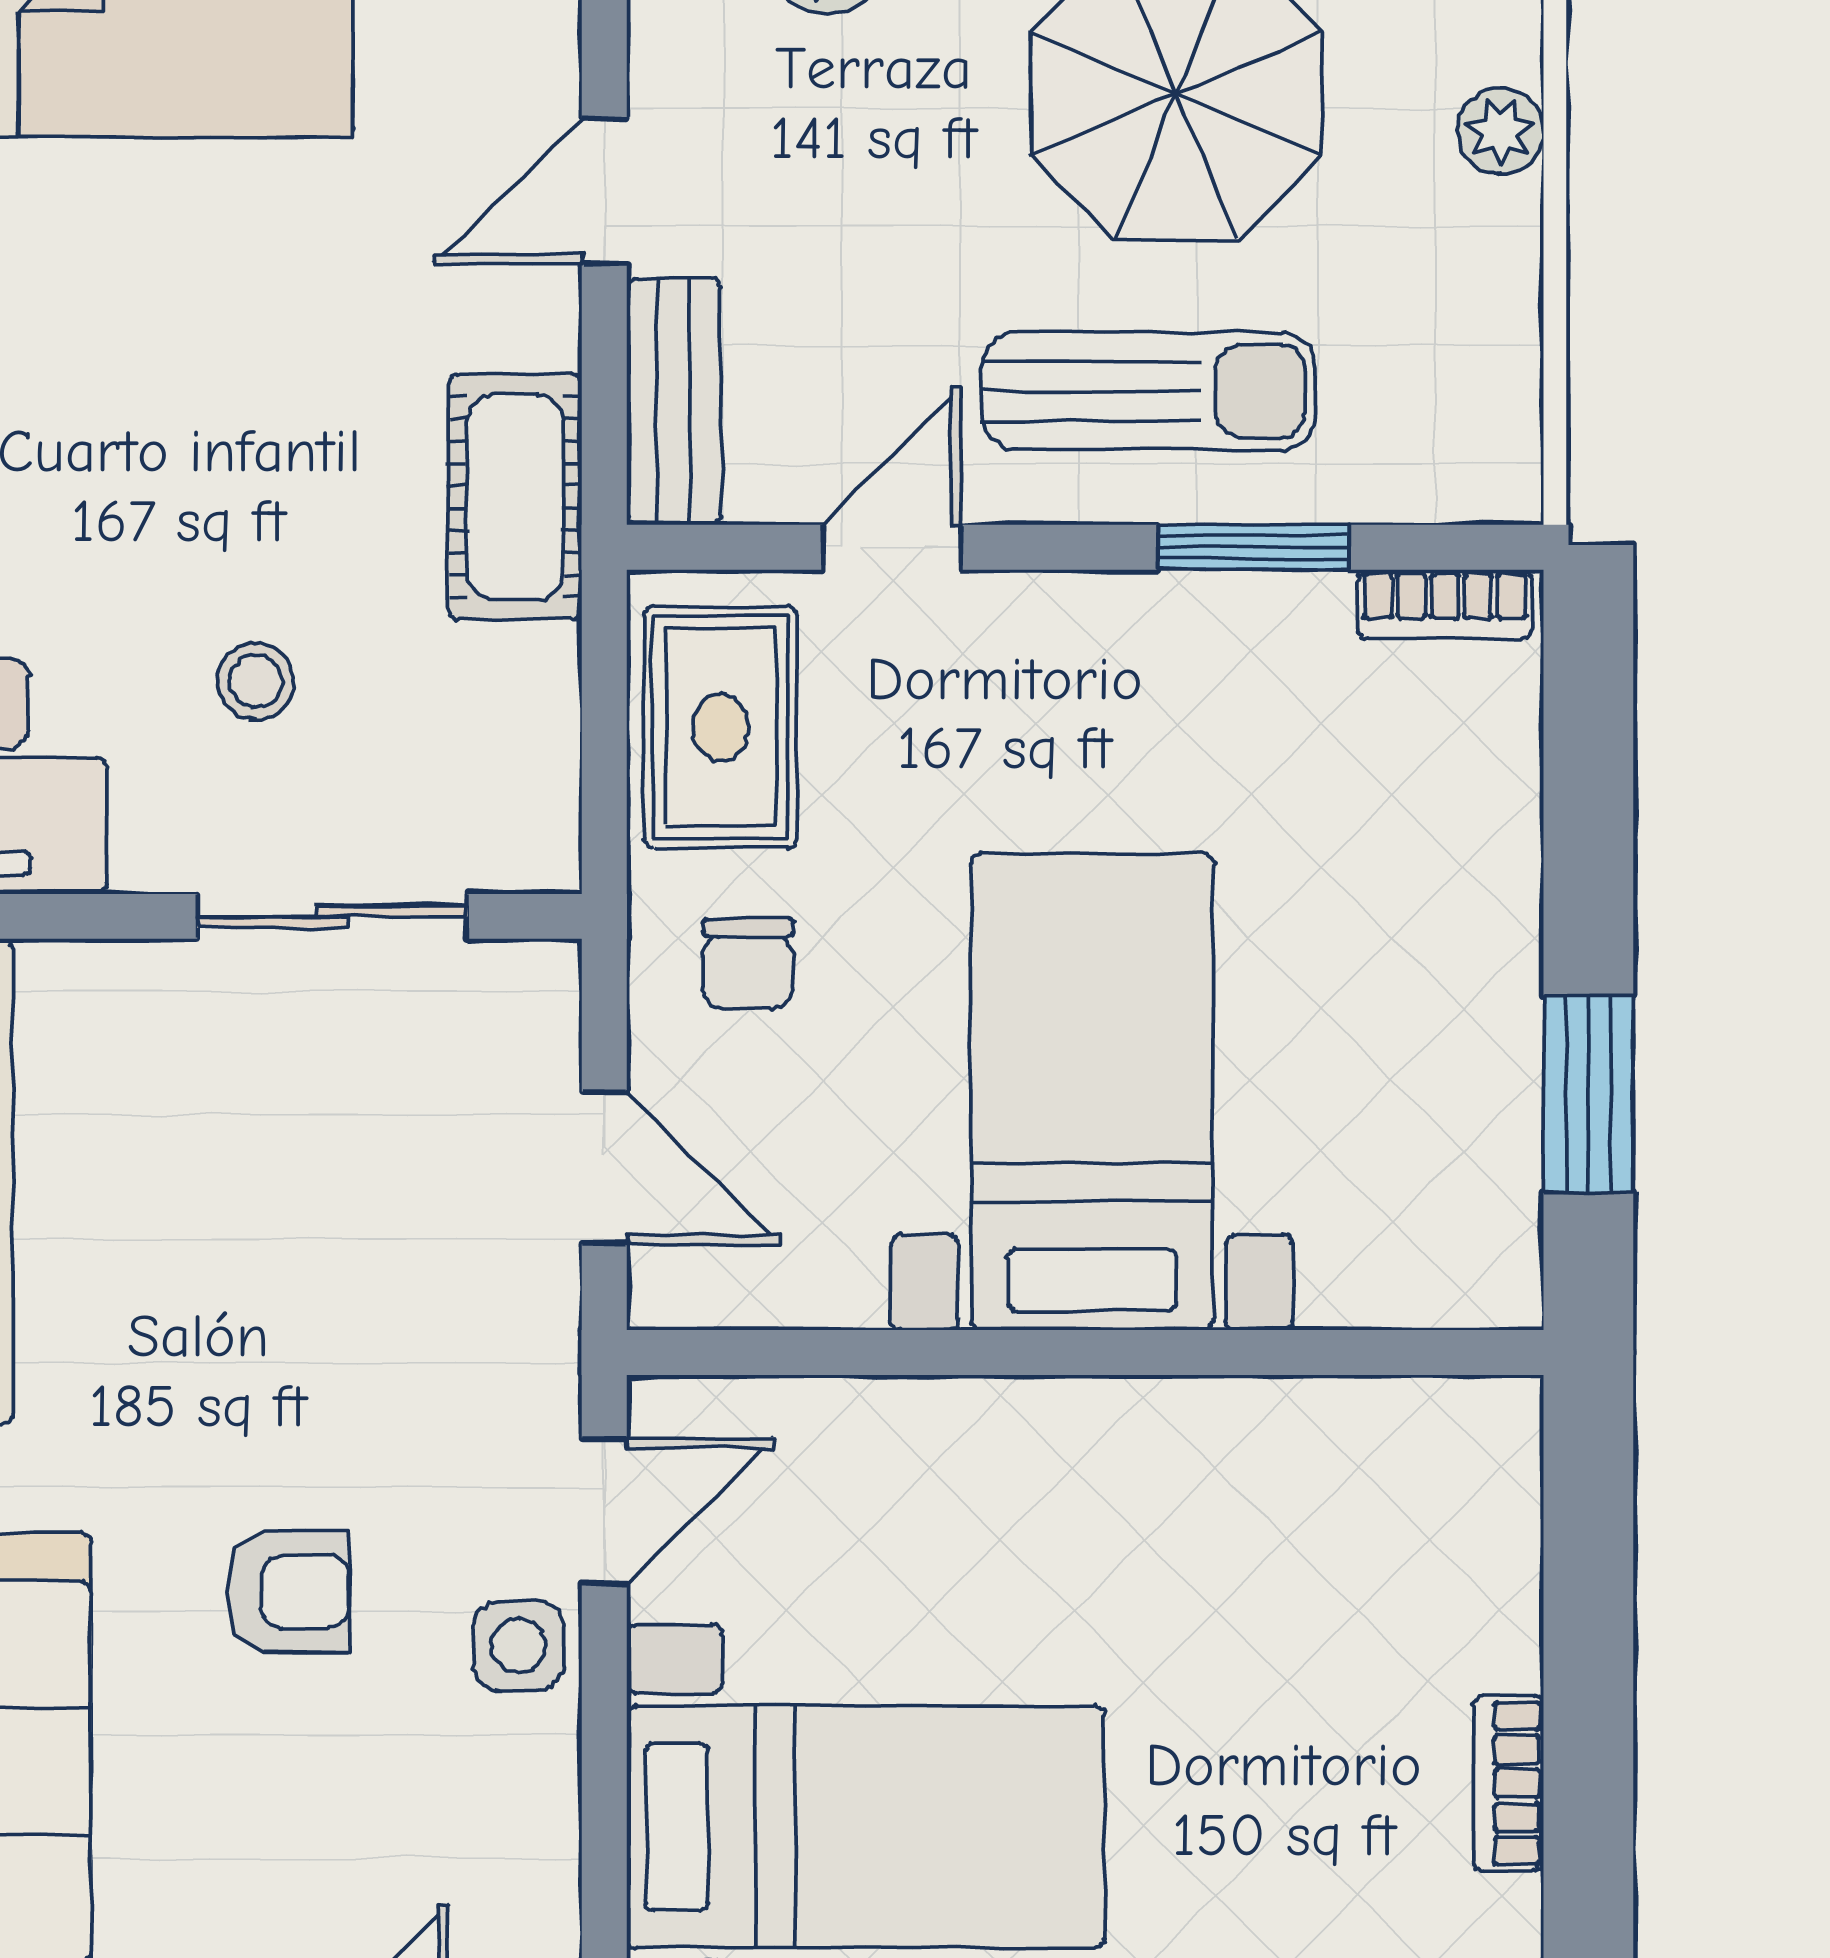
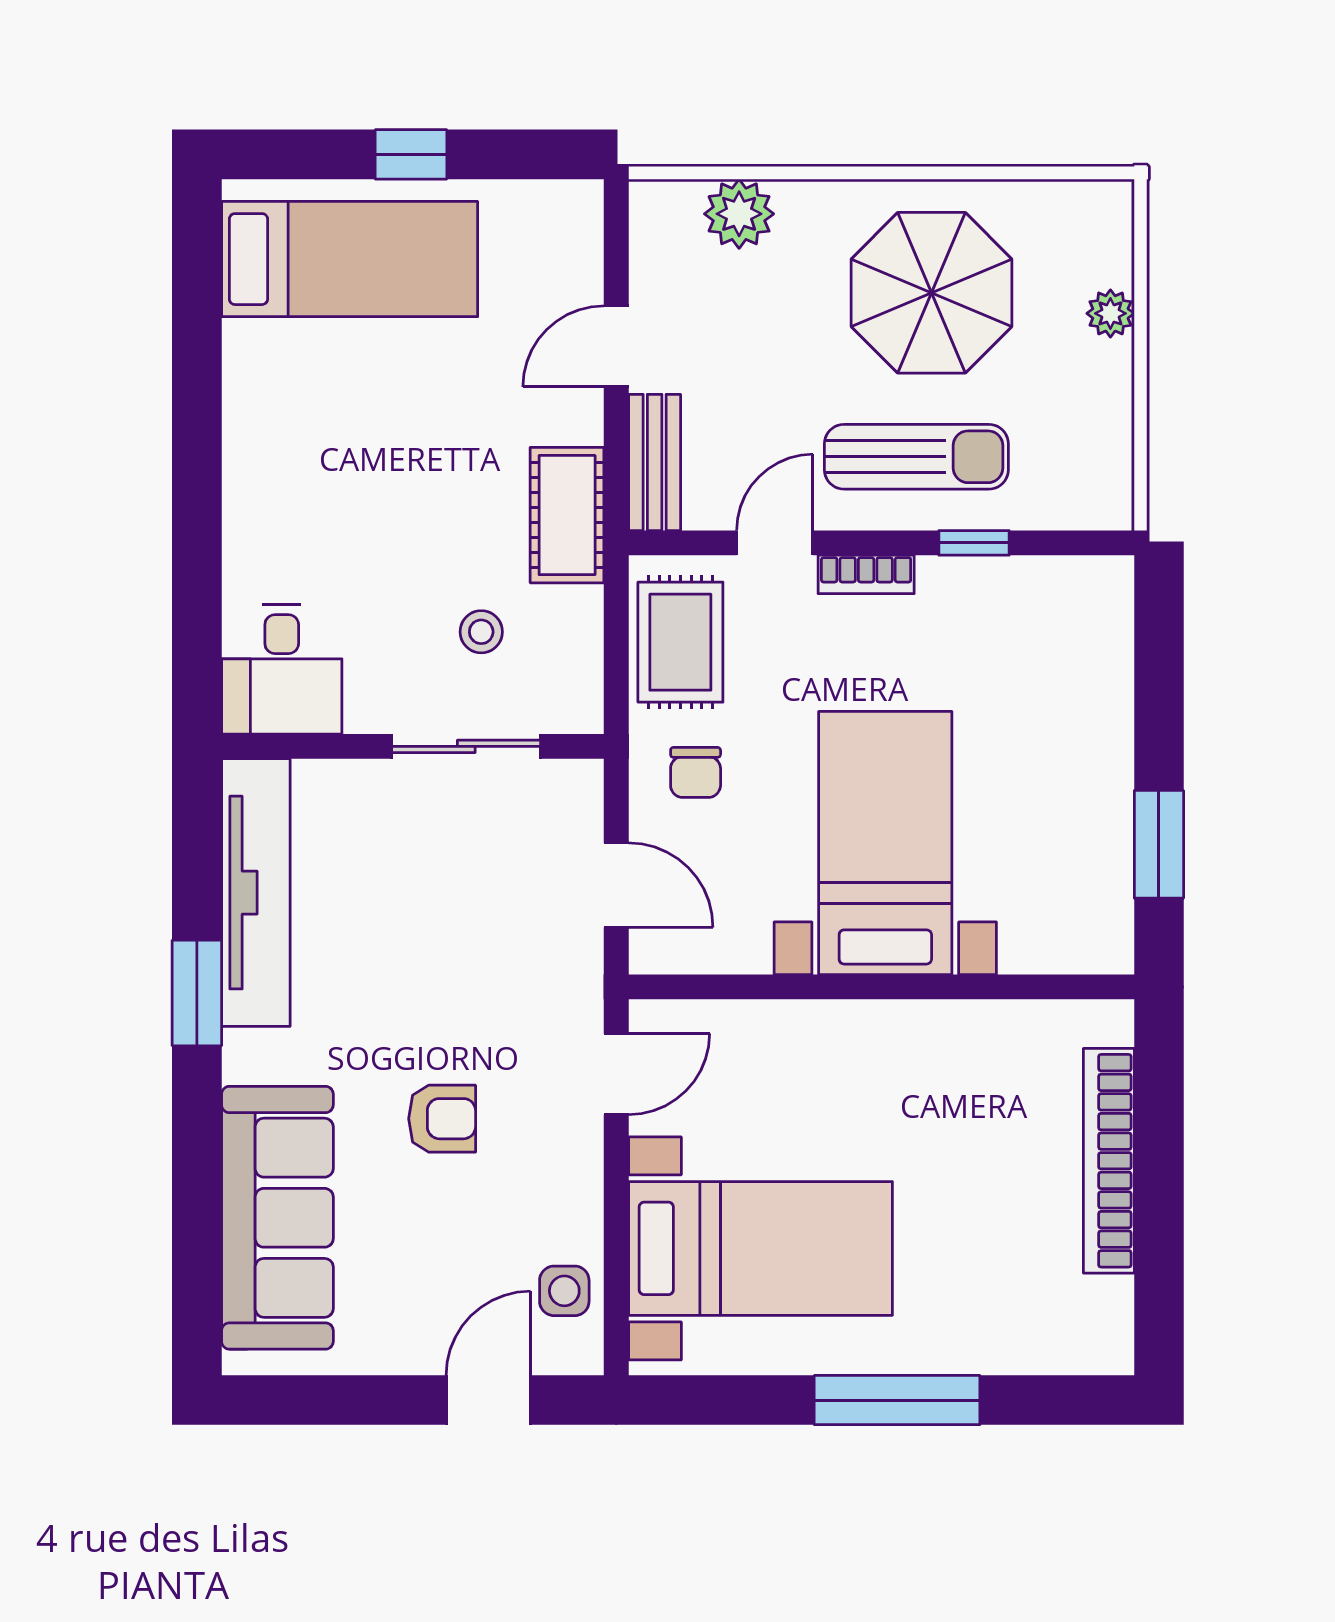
window: (1253, 547) -> (974, 543), width x0.67
bookcase: (1445, 605) -> (866, 574), moved
stool: (256, 681) -> (481, 632), moved
side table: (518, 1646) -> (564, 1291), moved
bookcase: (1508, 1783) -> (1109, 1161), width x2.31, depth x1.31

